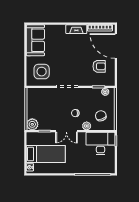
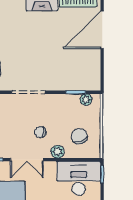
door: (116, 46) -> (102, 30), hinge flipped
armchair: (99, 66) -> (77, 61), removed

